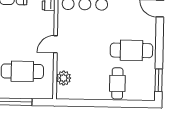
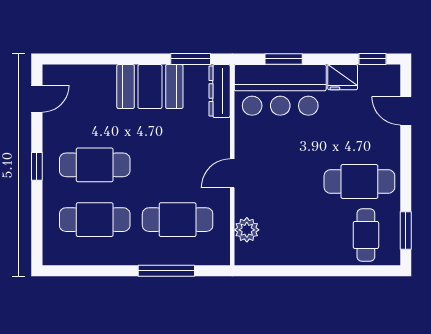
cafe table: (117, 83) -> (366, 235), moved

